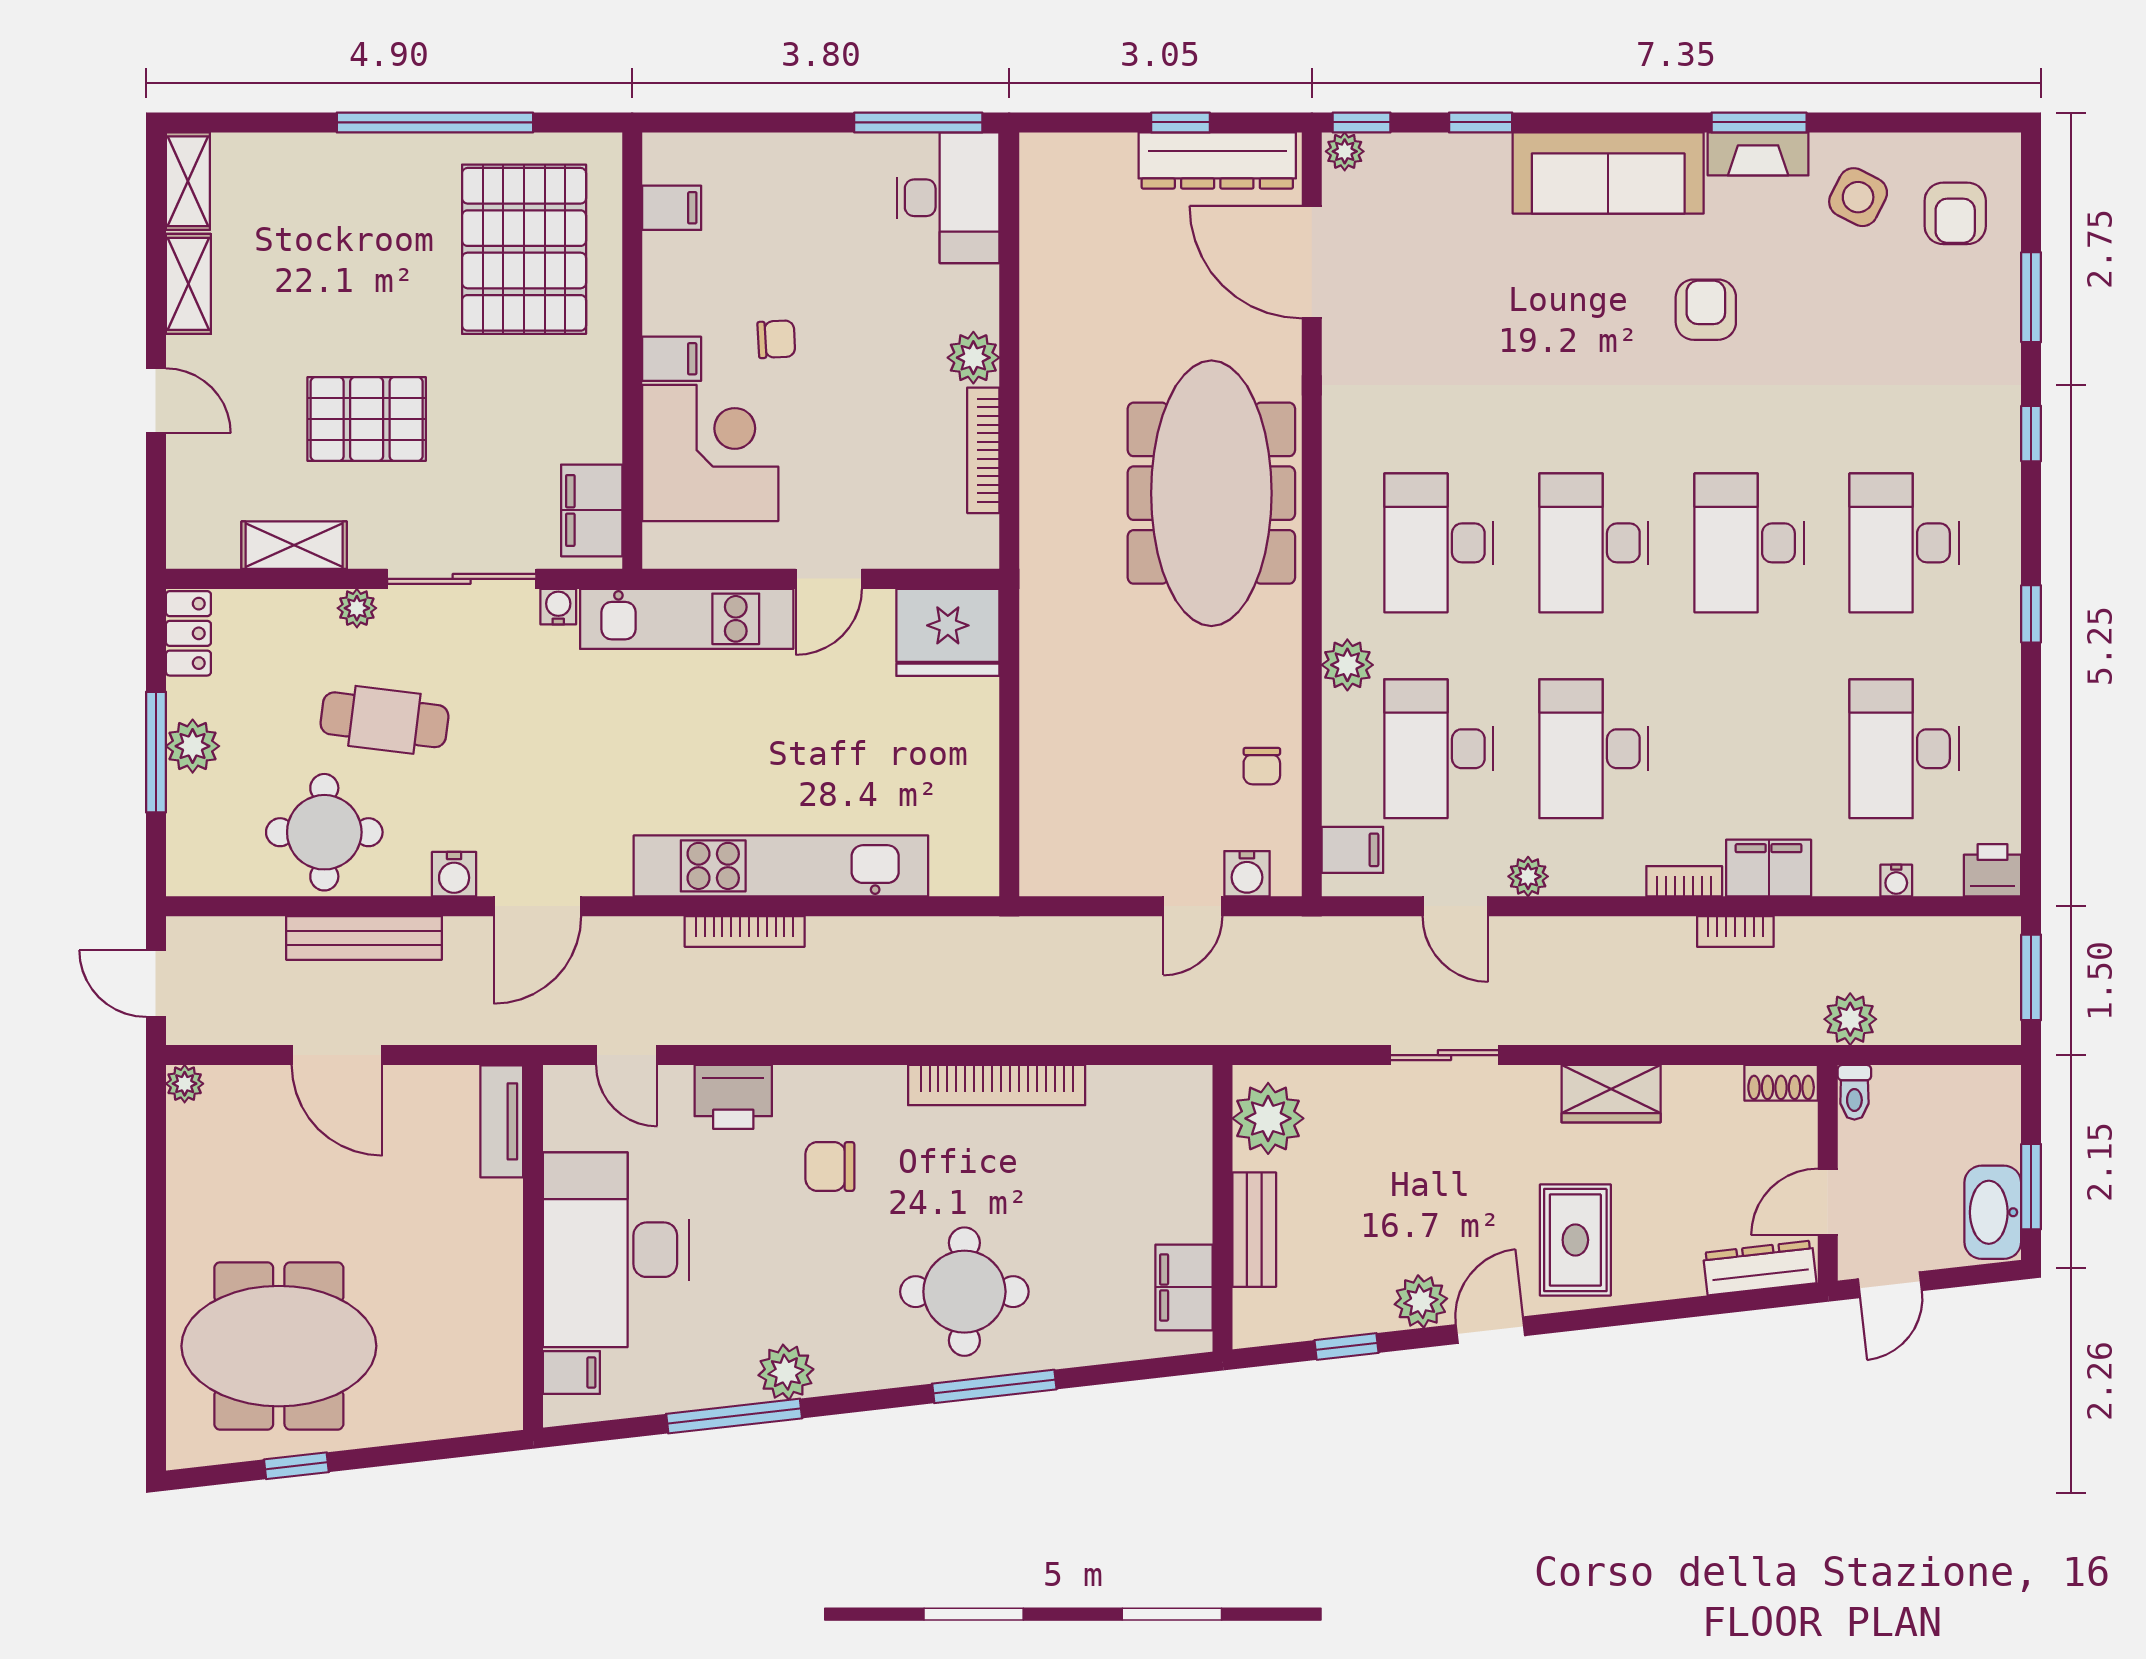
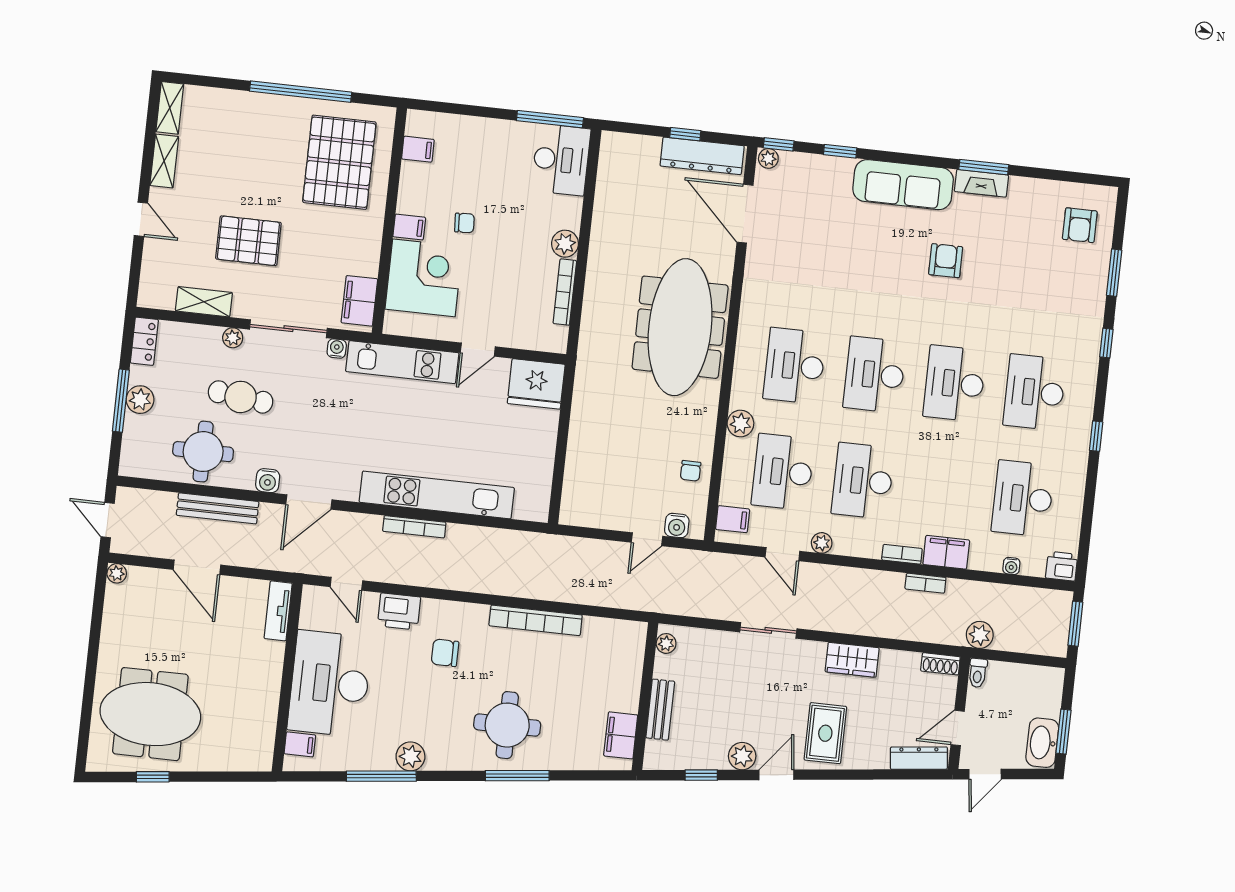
side table: (1858, 197) -> (1031, 211), removed
plant: (1268, 1118) -> (666, 643), width x0.53, depth x0.53

